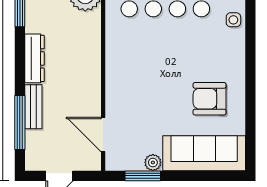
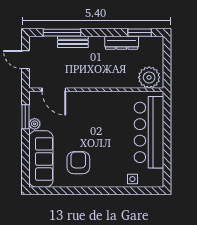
dresser: (35, 58) -> (122, 43), moved
door: (103, 134) -> (54, 90), swing flipped

